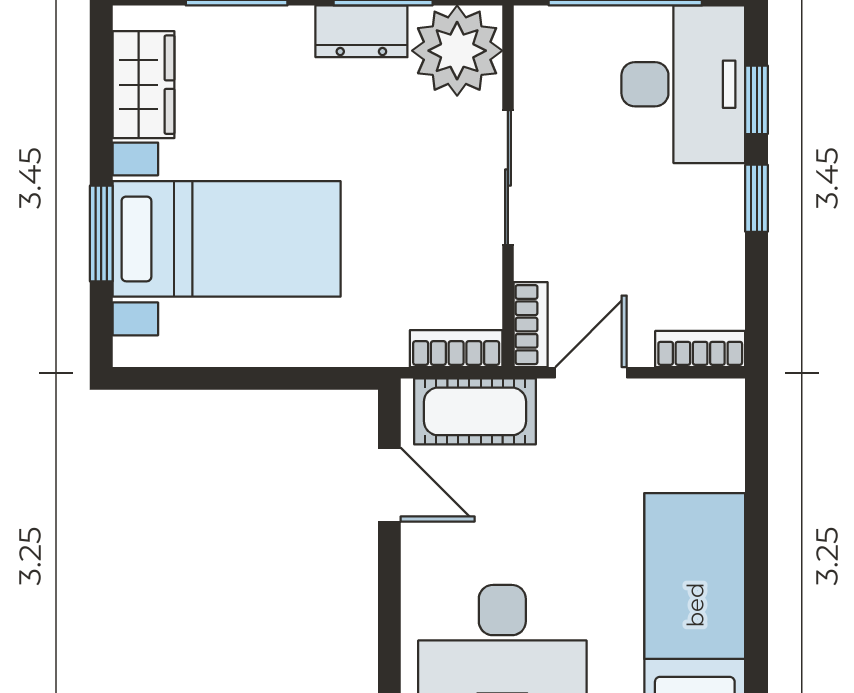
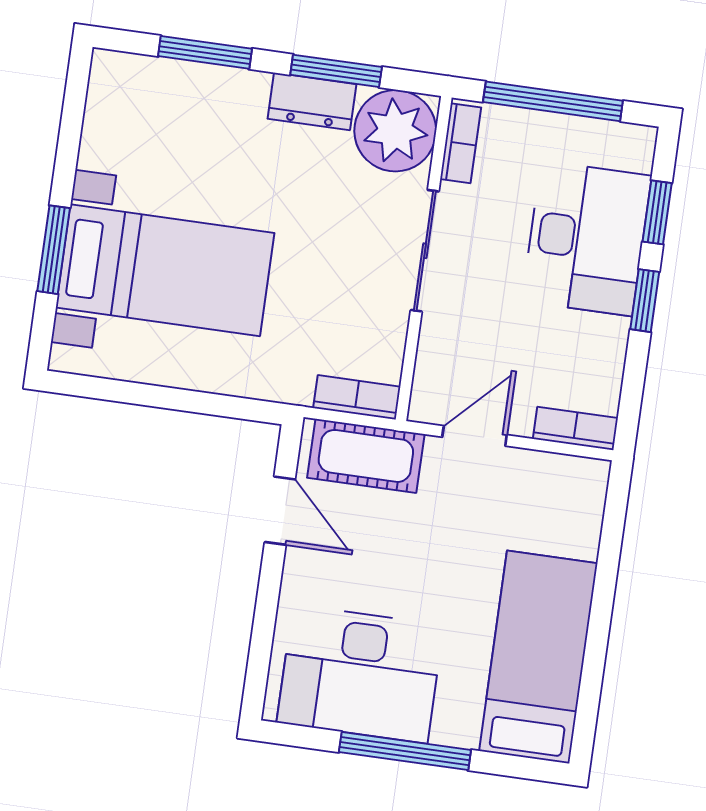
desk: (683, 84) -> (587, 238), moved
wardrobe: (143, 85) -> (110, 122), removed
bookcase: (531, 325) -> (461, 143), moved

